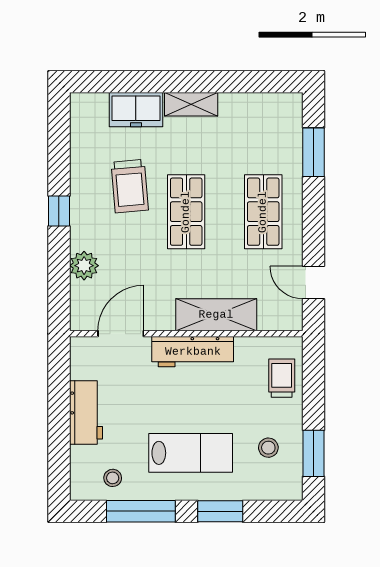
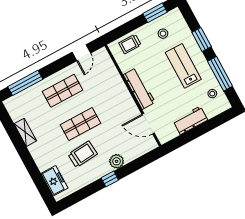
shelving: (191, 104) -> (25, 132), moved
freezer: (136, 110) -> (54, 181), moved
window: (313, 152) -> (25, 83), width x1.44
plant: (84, 266) -> (117, 161), moved
shelving: (216, 315) -> (118, 87), removed

